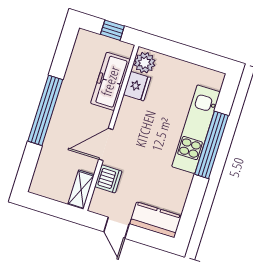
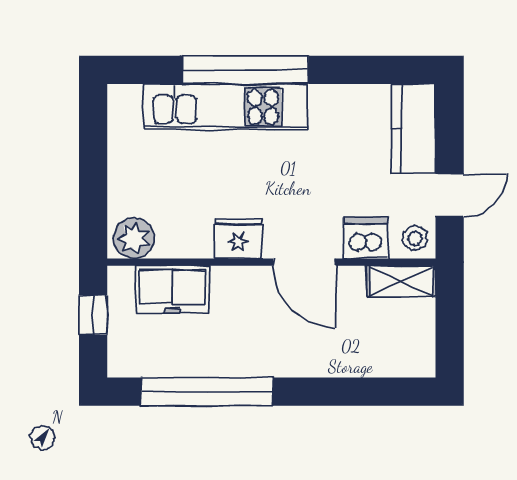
freezer: (110, 81) -> (173, 290), width x0.71
fridge: (137, 86) -> (238, 238), moved
window: (45, 110) -> (207, 392), moved
stool: (101, 203) -> (415, 238), added

